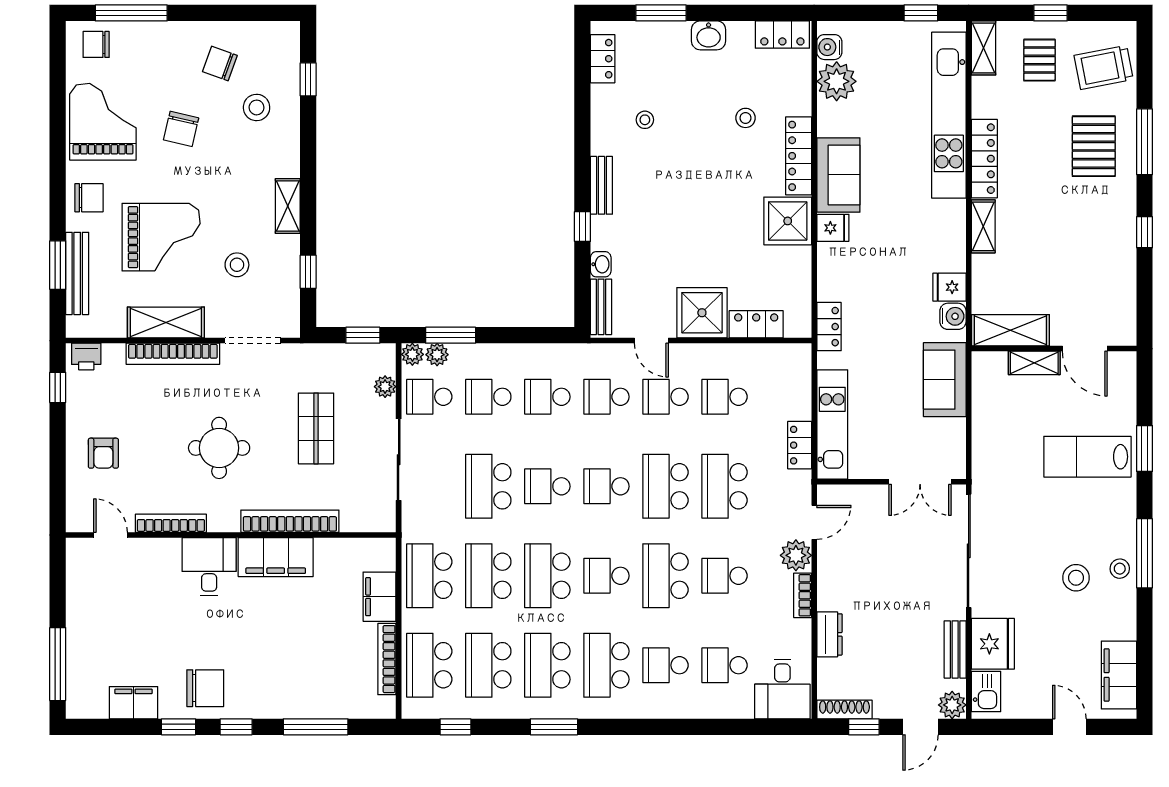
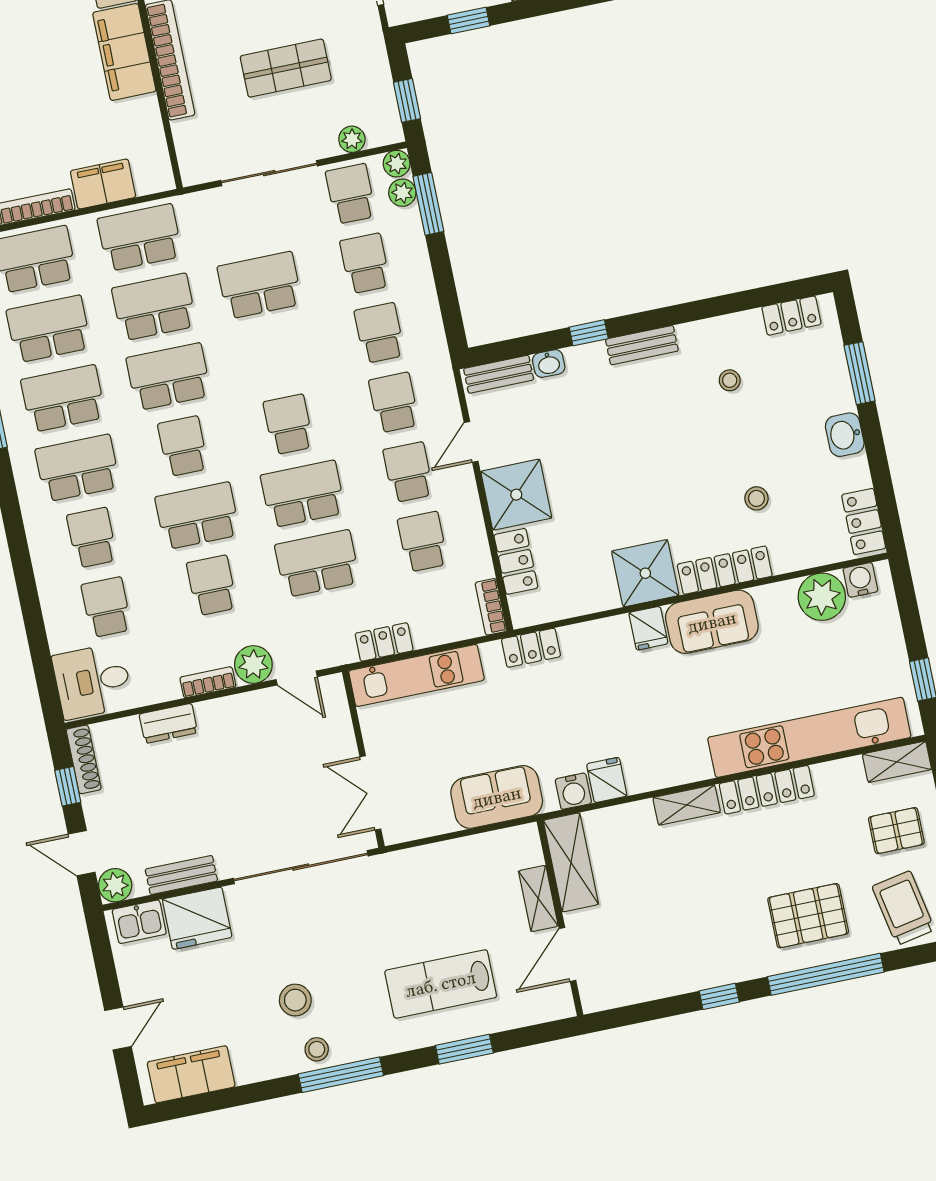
window: (1144, 142) -> (826, 974), width x1.46
bookcase: (789, 352) -> (491, 607), added
lab bench: (1087, 457) -> (441, 984), turned -90
school desk: (547, 486) -> (274, 355), removed

